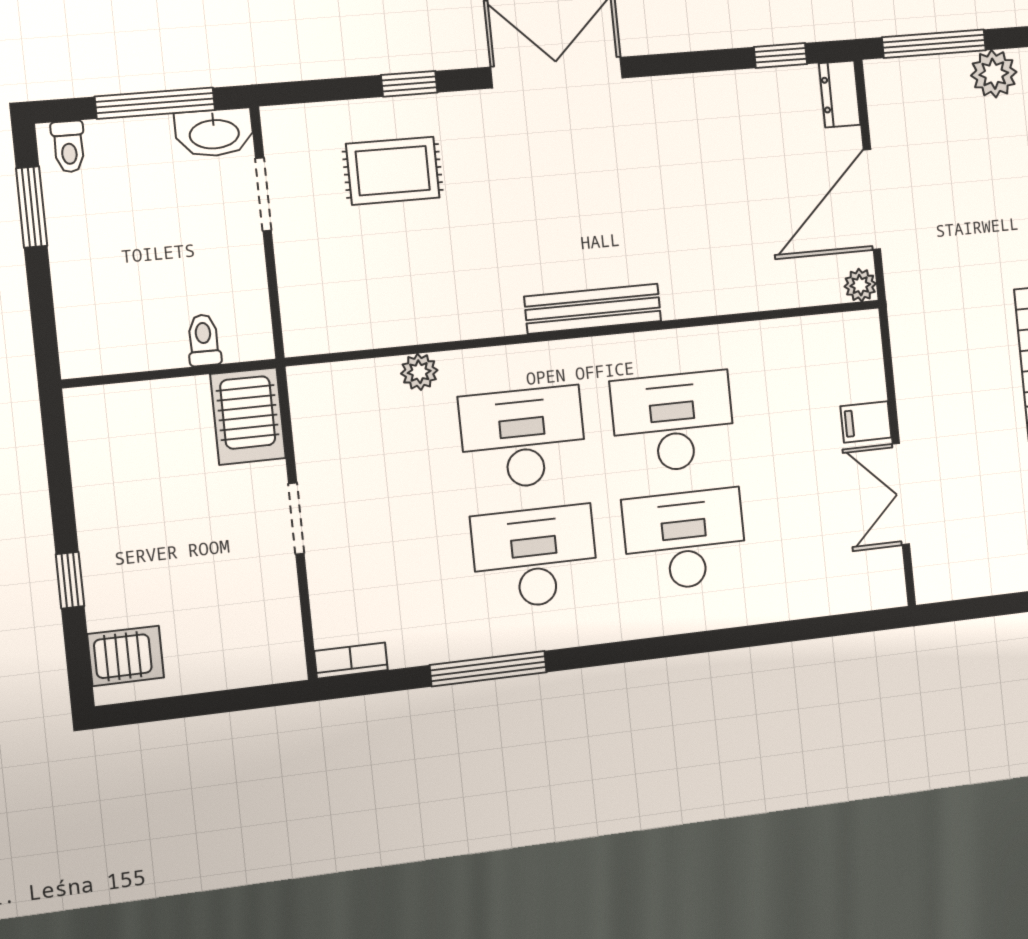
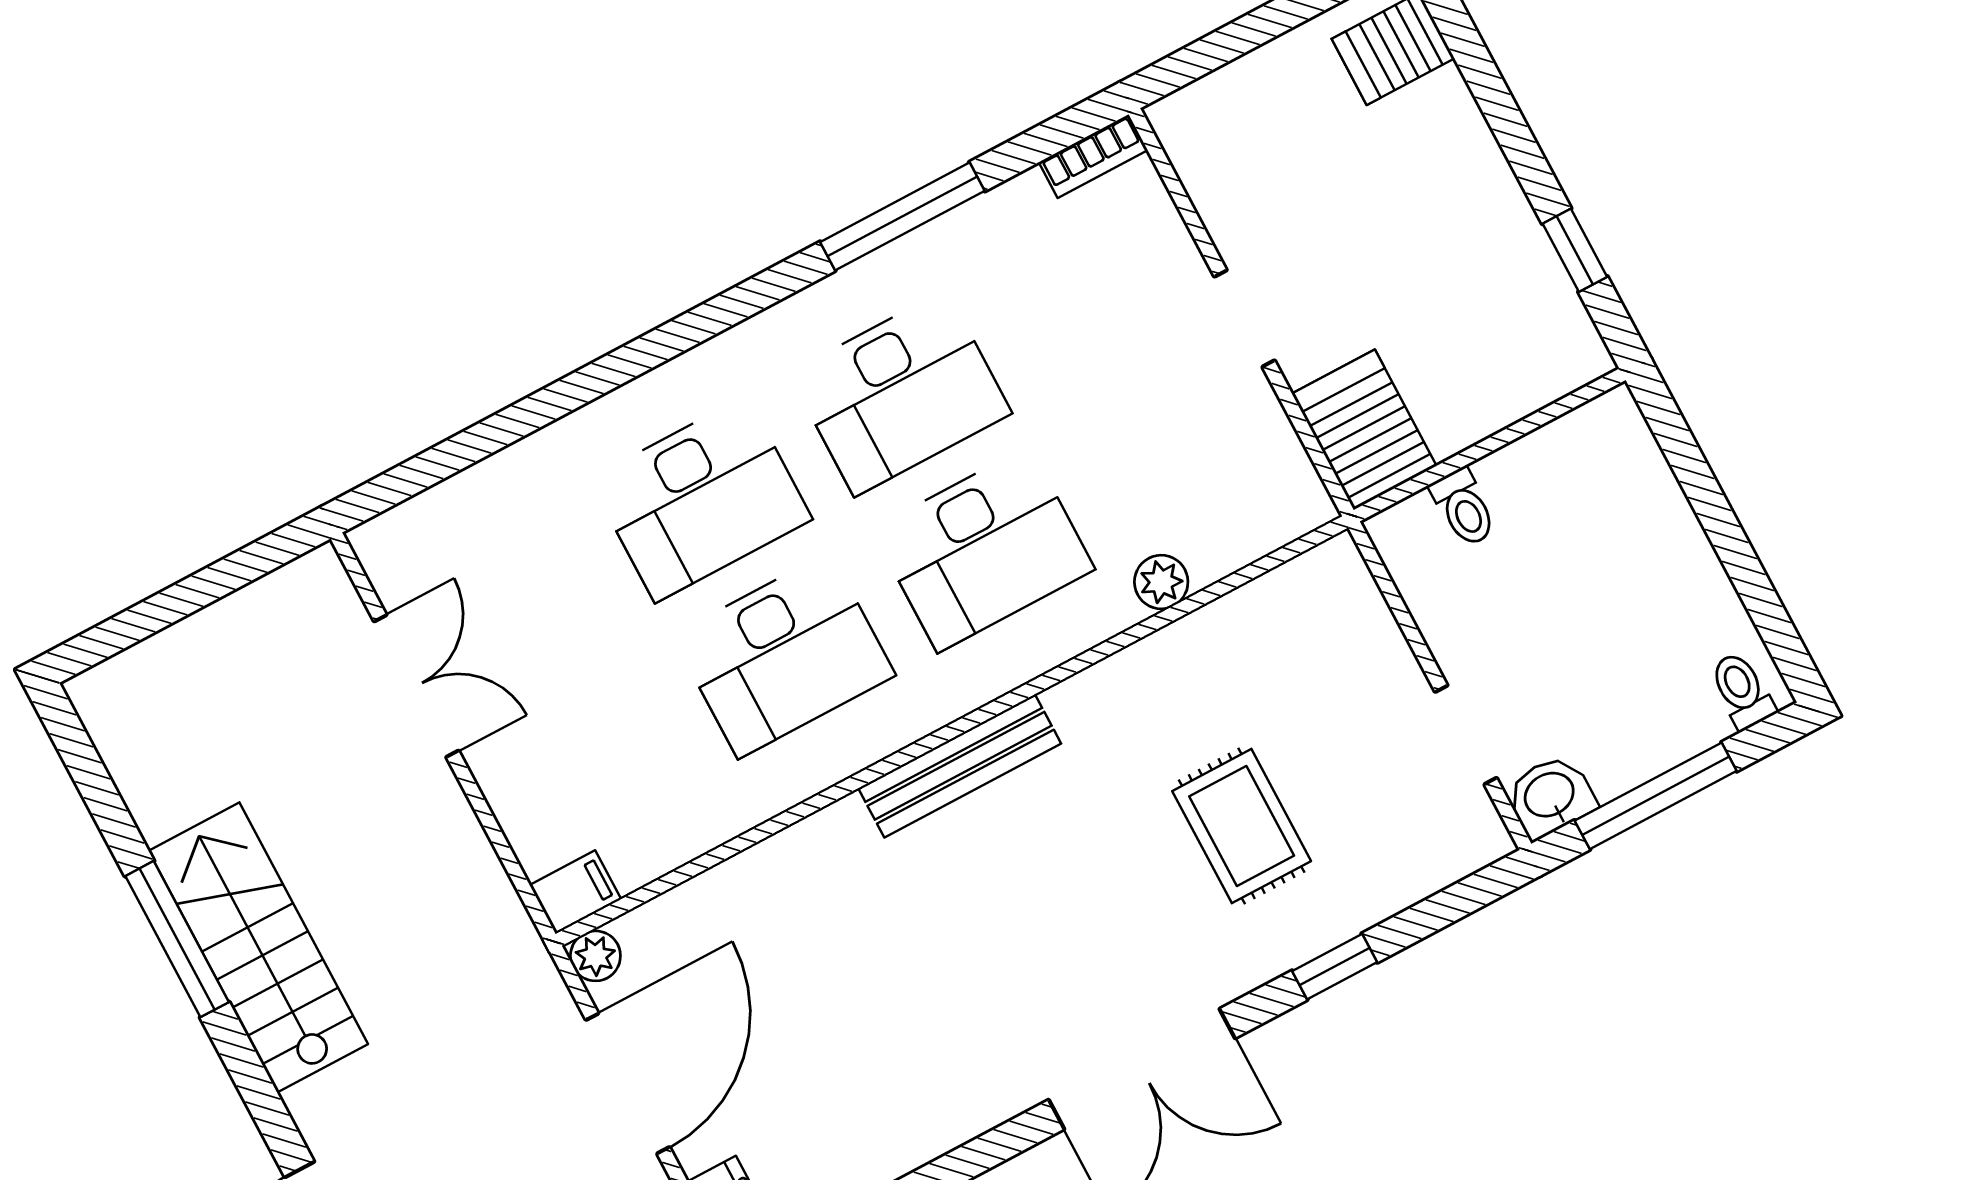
washbasin: (214, 133) -> (1550, 796), width x0.72
rug: (393, 171) -> (1242, 826), moved, turned 90
window: (32, 207) -> (1756, 591), removed
filing cabinet: (866, 422) -> (575, 892), moved
window: (70, 580) -> (1575, 250), moved

